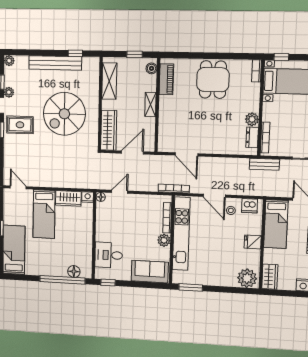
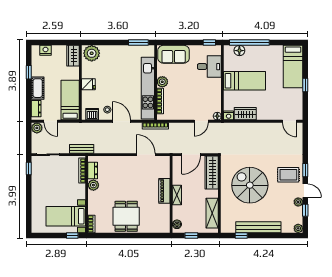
piano: (166, 79) -> (164, 191), moved
spiral stairs: (64, 114) -> (250, 185), turned -90
bed: (44, 214) -> (244, 81), moved, turned 90

